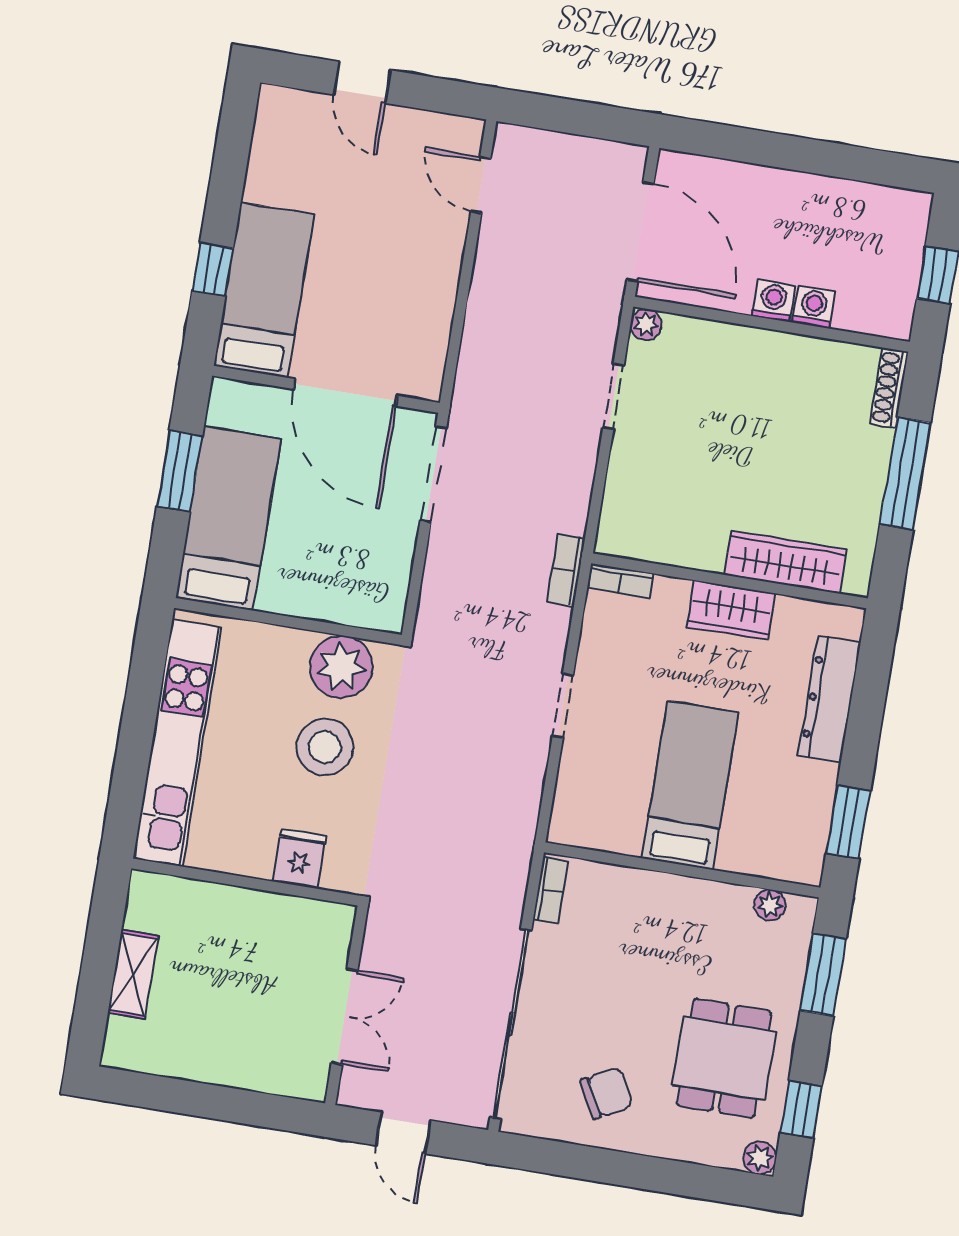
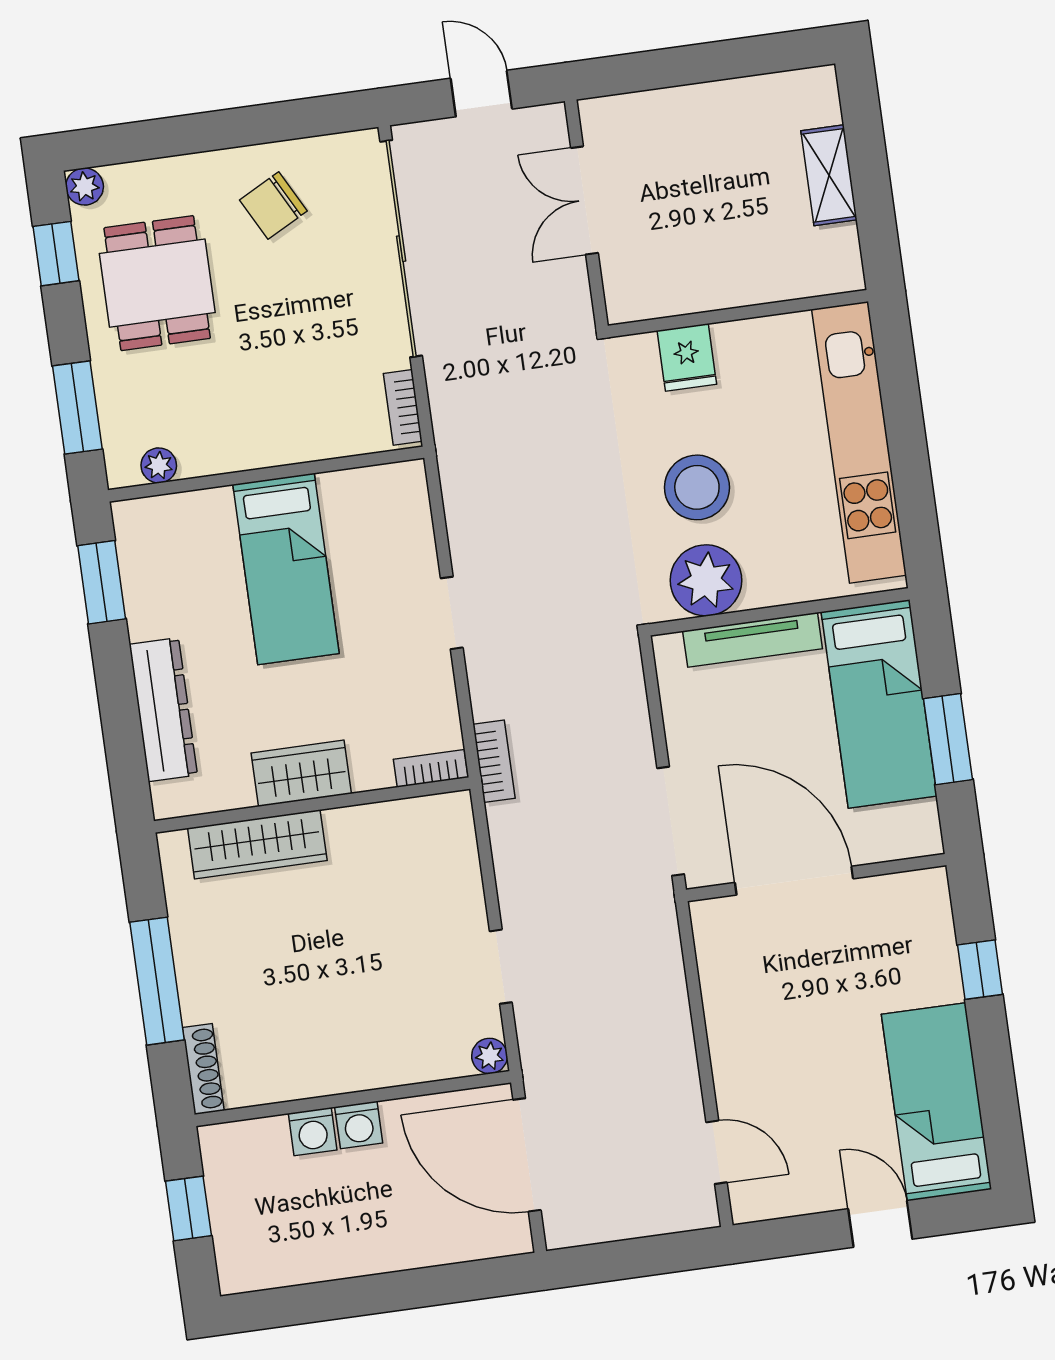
bed: (264, 290) -> (936, 1102), moved, turned 180
tv unit: (318, 605) -> (753, 640), added

